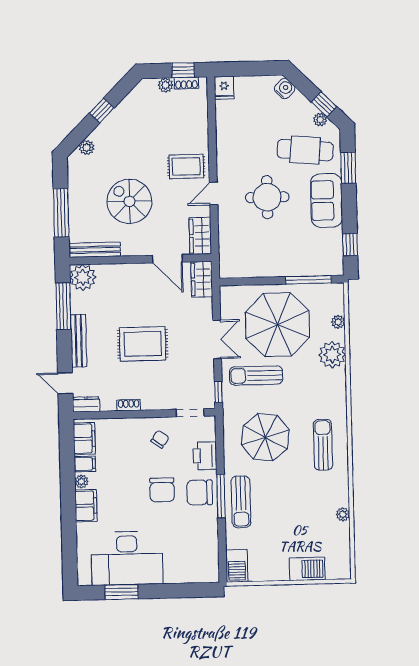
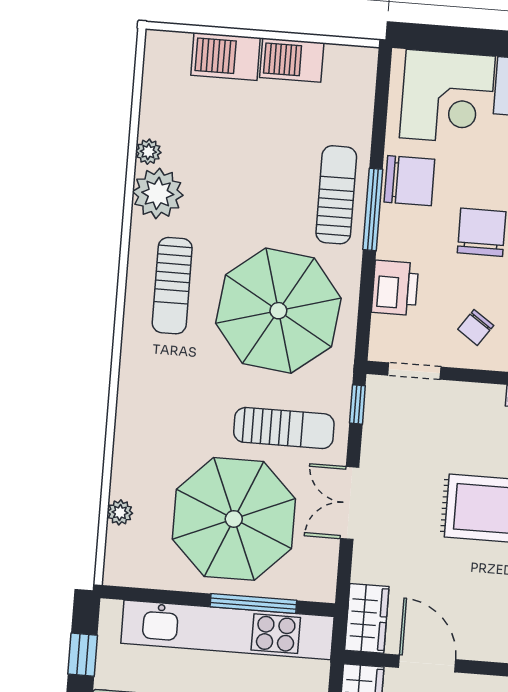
kitchen unit: (275, 266) -> (227, 630), added
window: (308, 280) -> (253, 604), moved
plant: (332, 355) -> (158, 193), moved
parasol: (265, 437) -> (278, 311), width x1.36, depth x1.36
chair: (200, 492) -> (409, 181), moved
corner desk: (188, 560) -> (447, 97), added
barbecue: (237, 566) -> (292, 60), moved, turned -90

